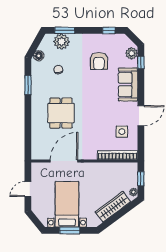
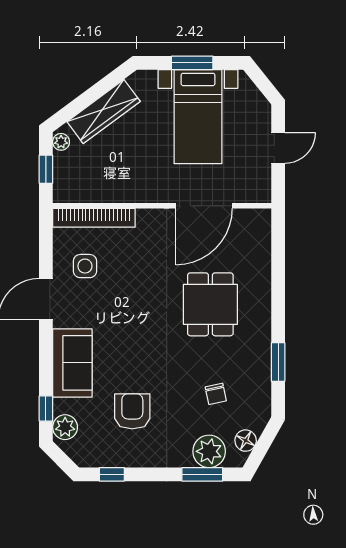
floor lamp: (39, 56) -> (246, 441), moved

